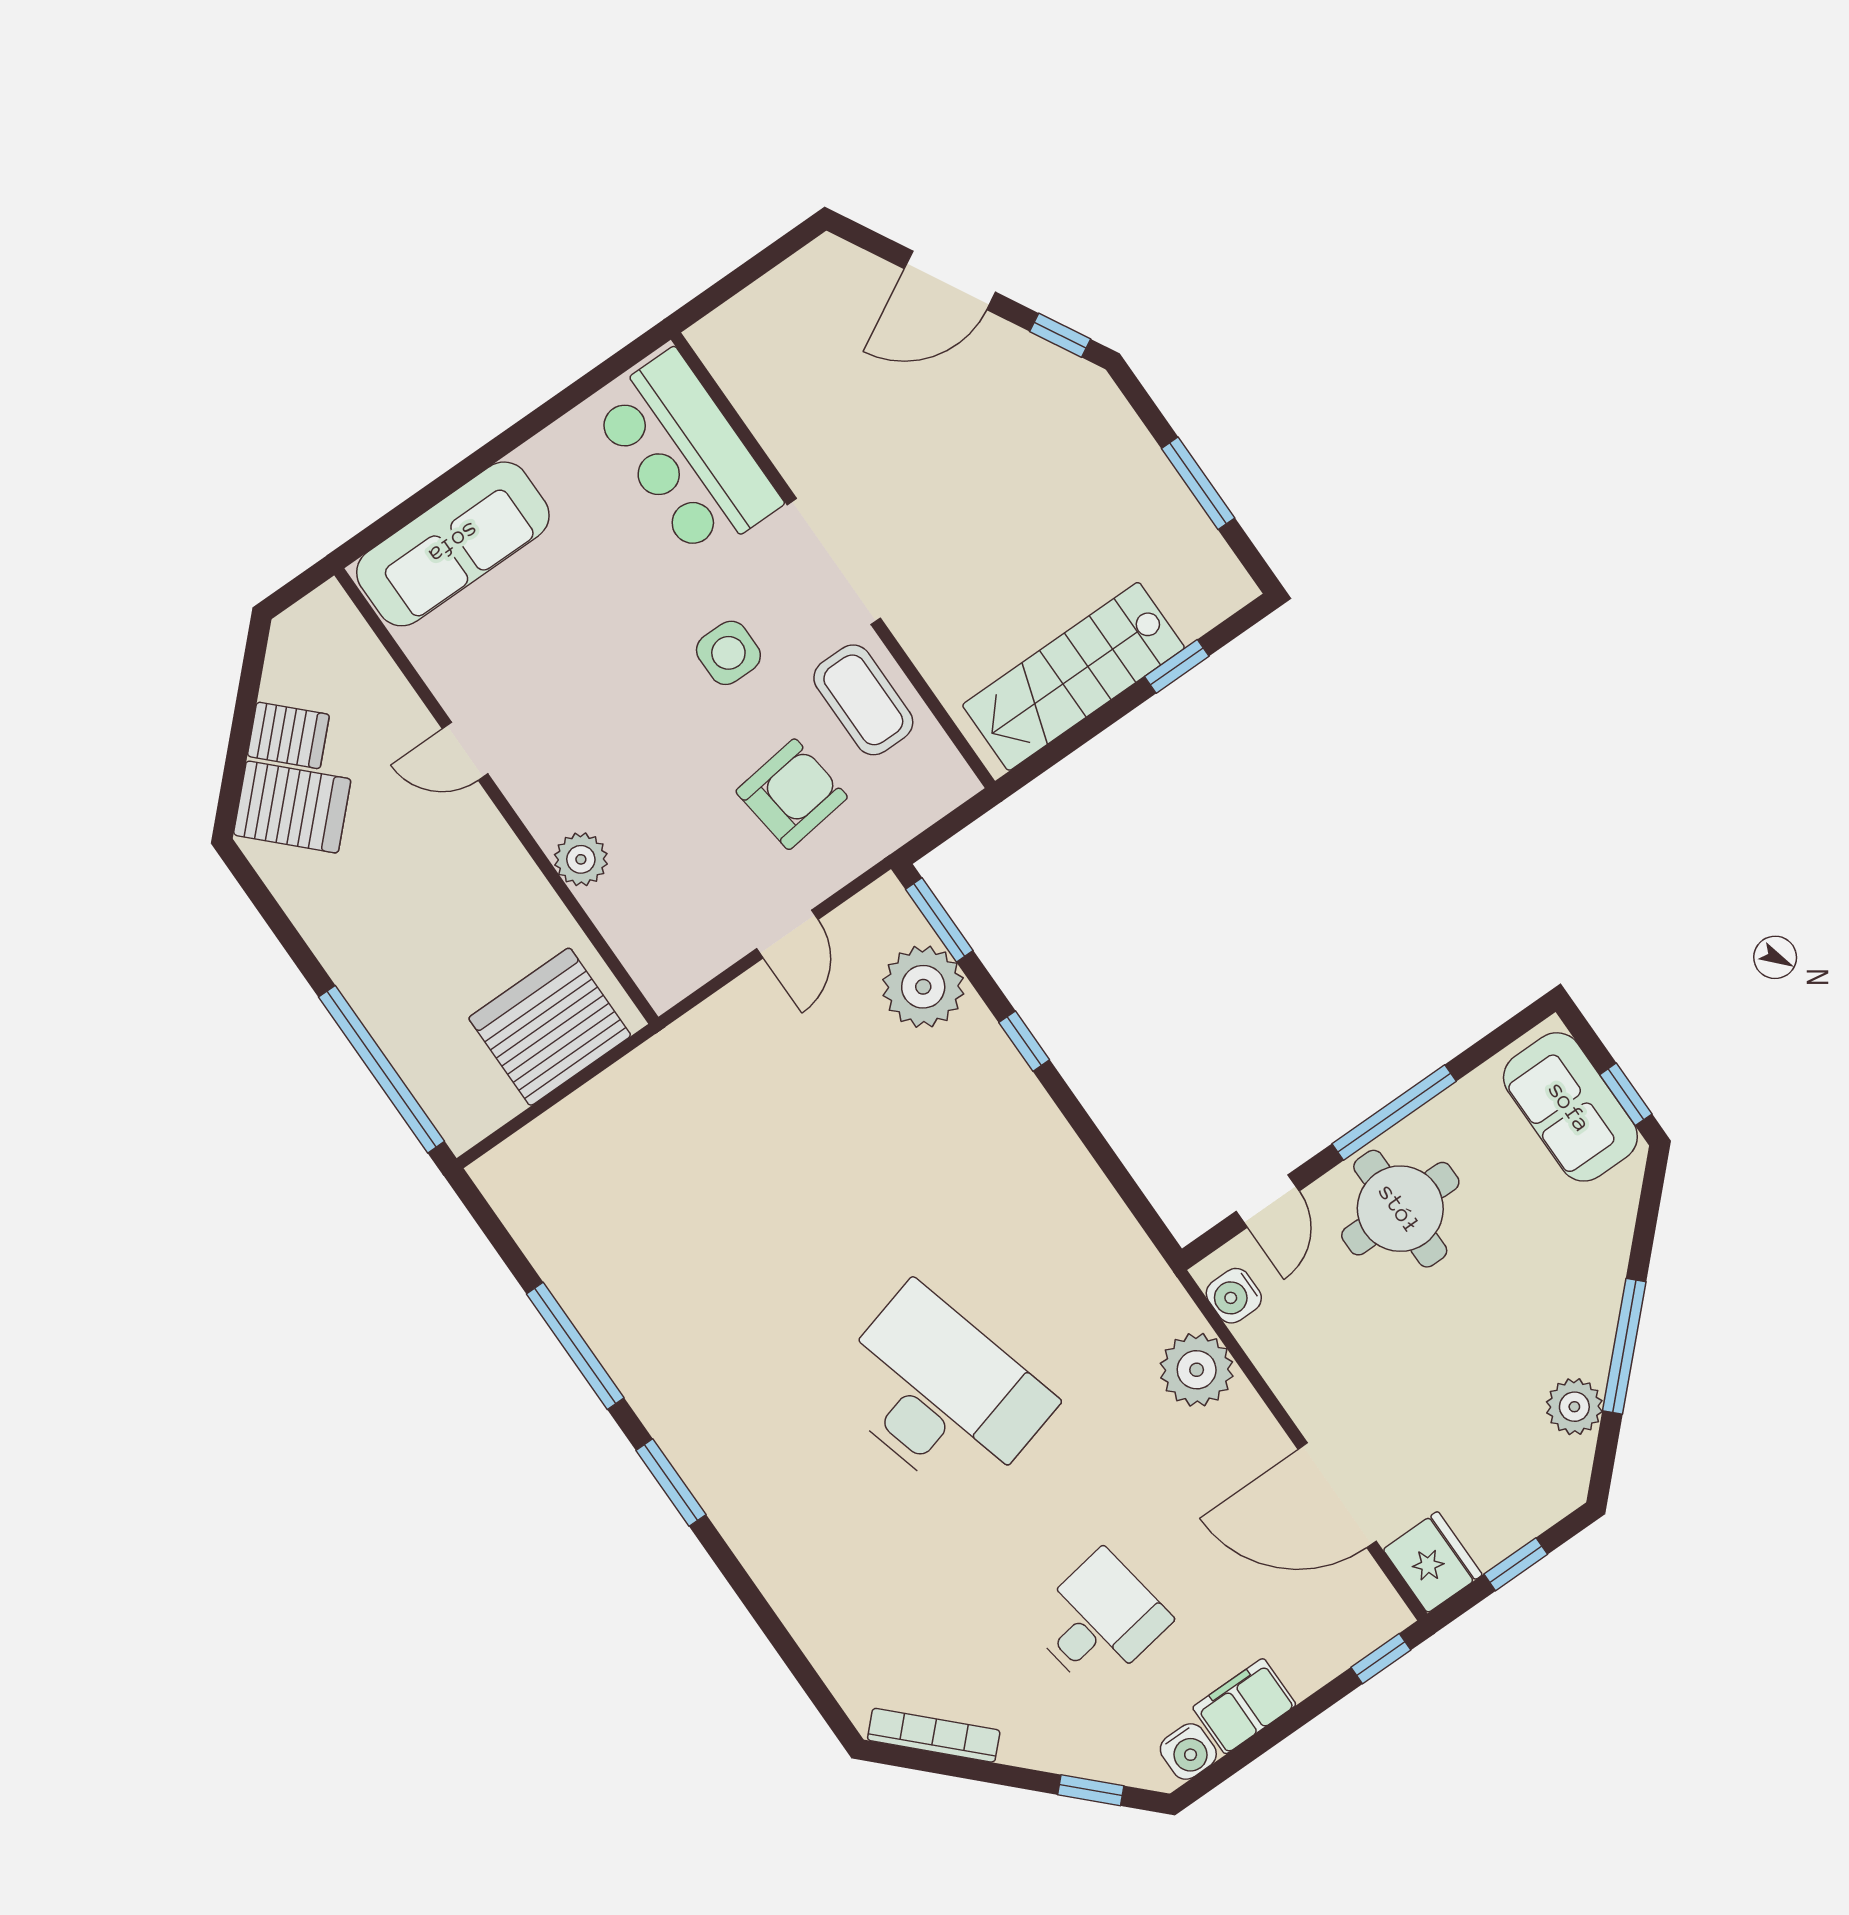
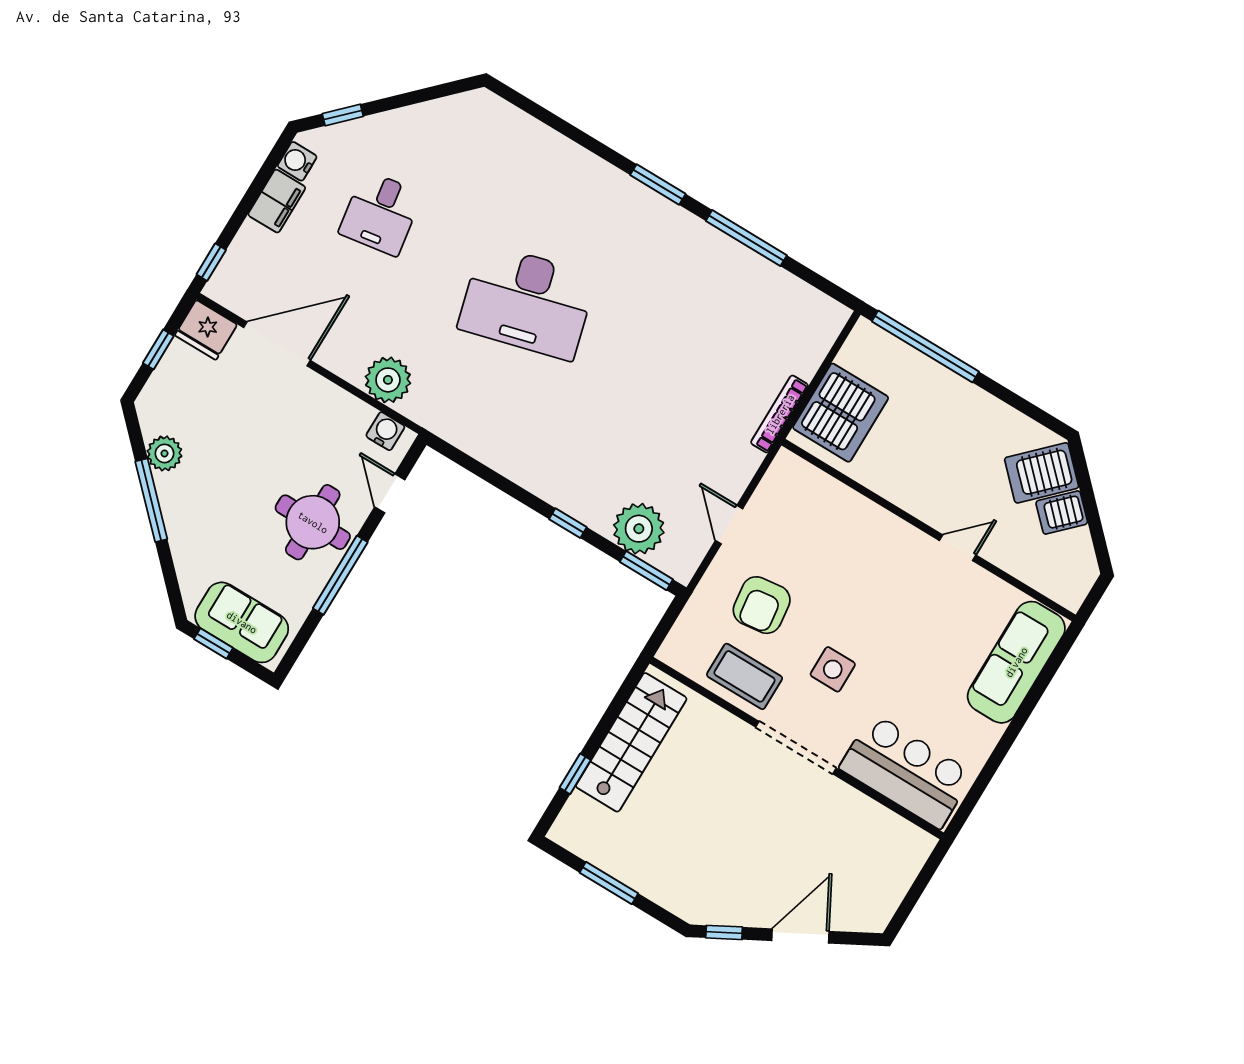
plant: (581, 859) -> (865, 515), removed
bookcase: (934, 1735) -> (780, 414), moved, turned 135

